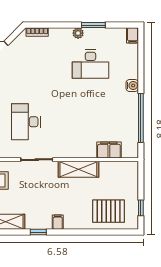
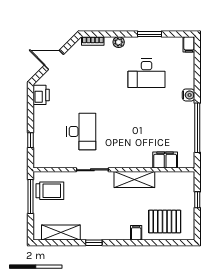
plant: (78, 33) -> (119, 42), moved
desk: (26, 122) -> (81, 131), turned 180
window: (141, 208) -> (197, 200), moved
filing cabinet: (58, 222) -> (136, 233), moved

